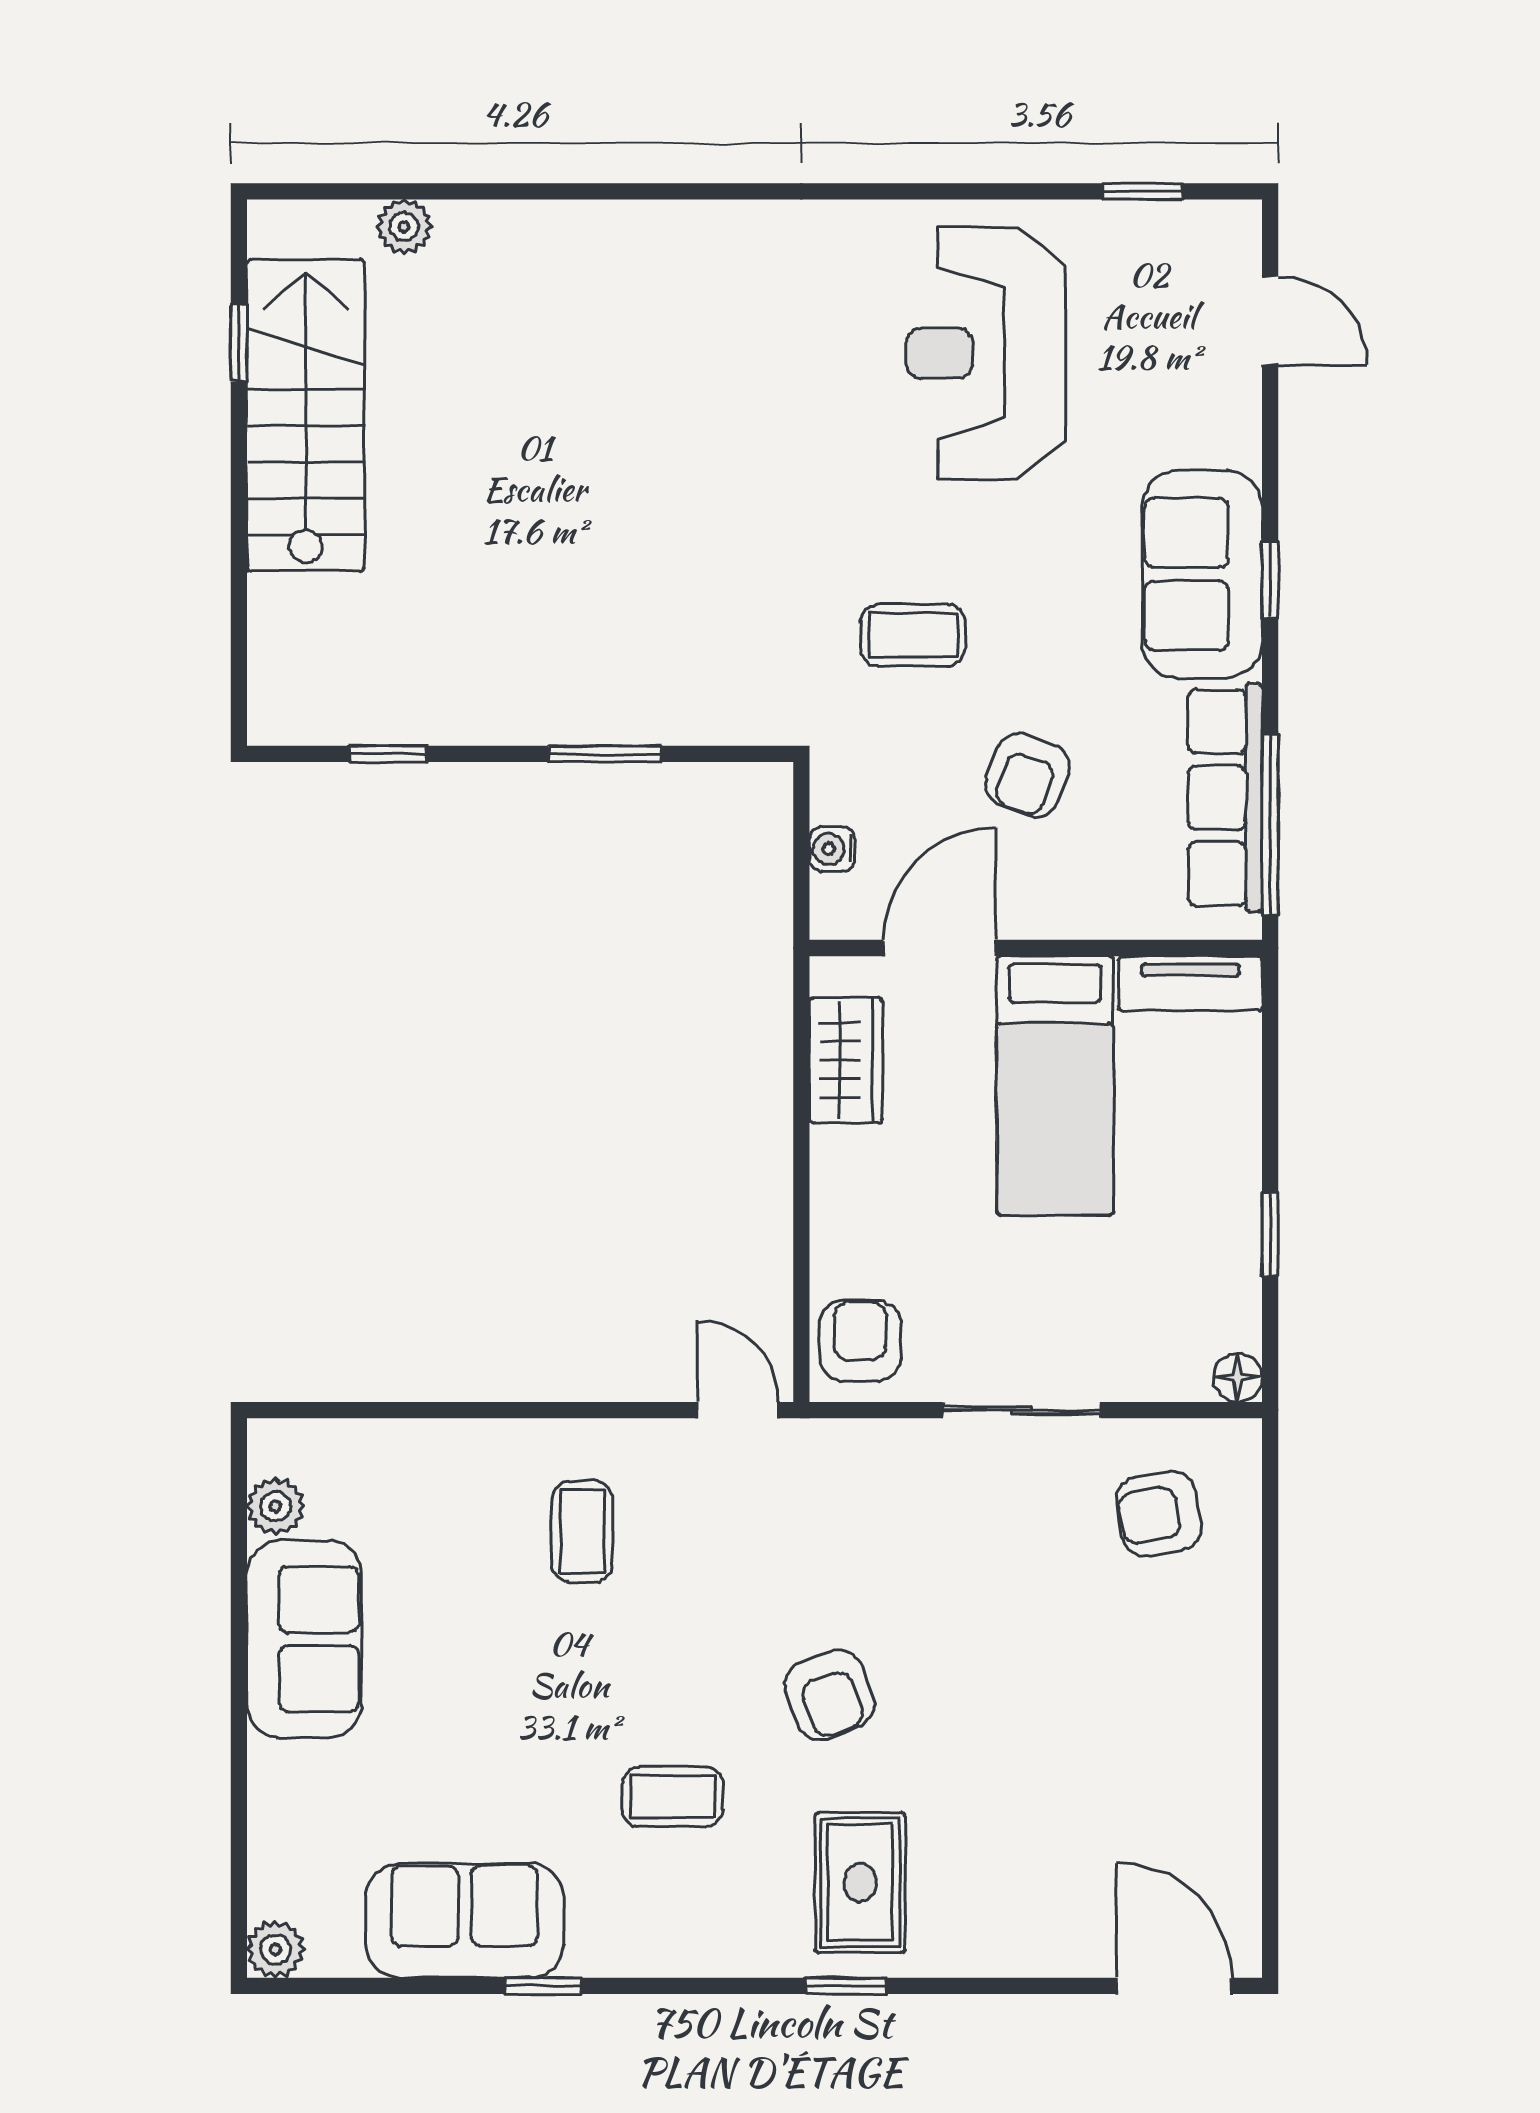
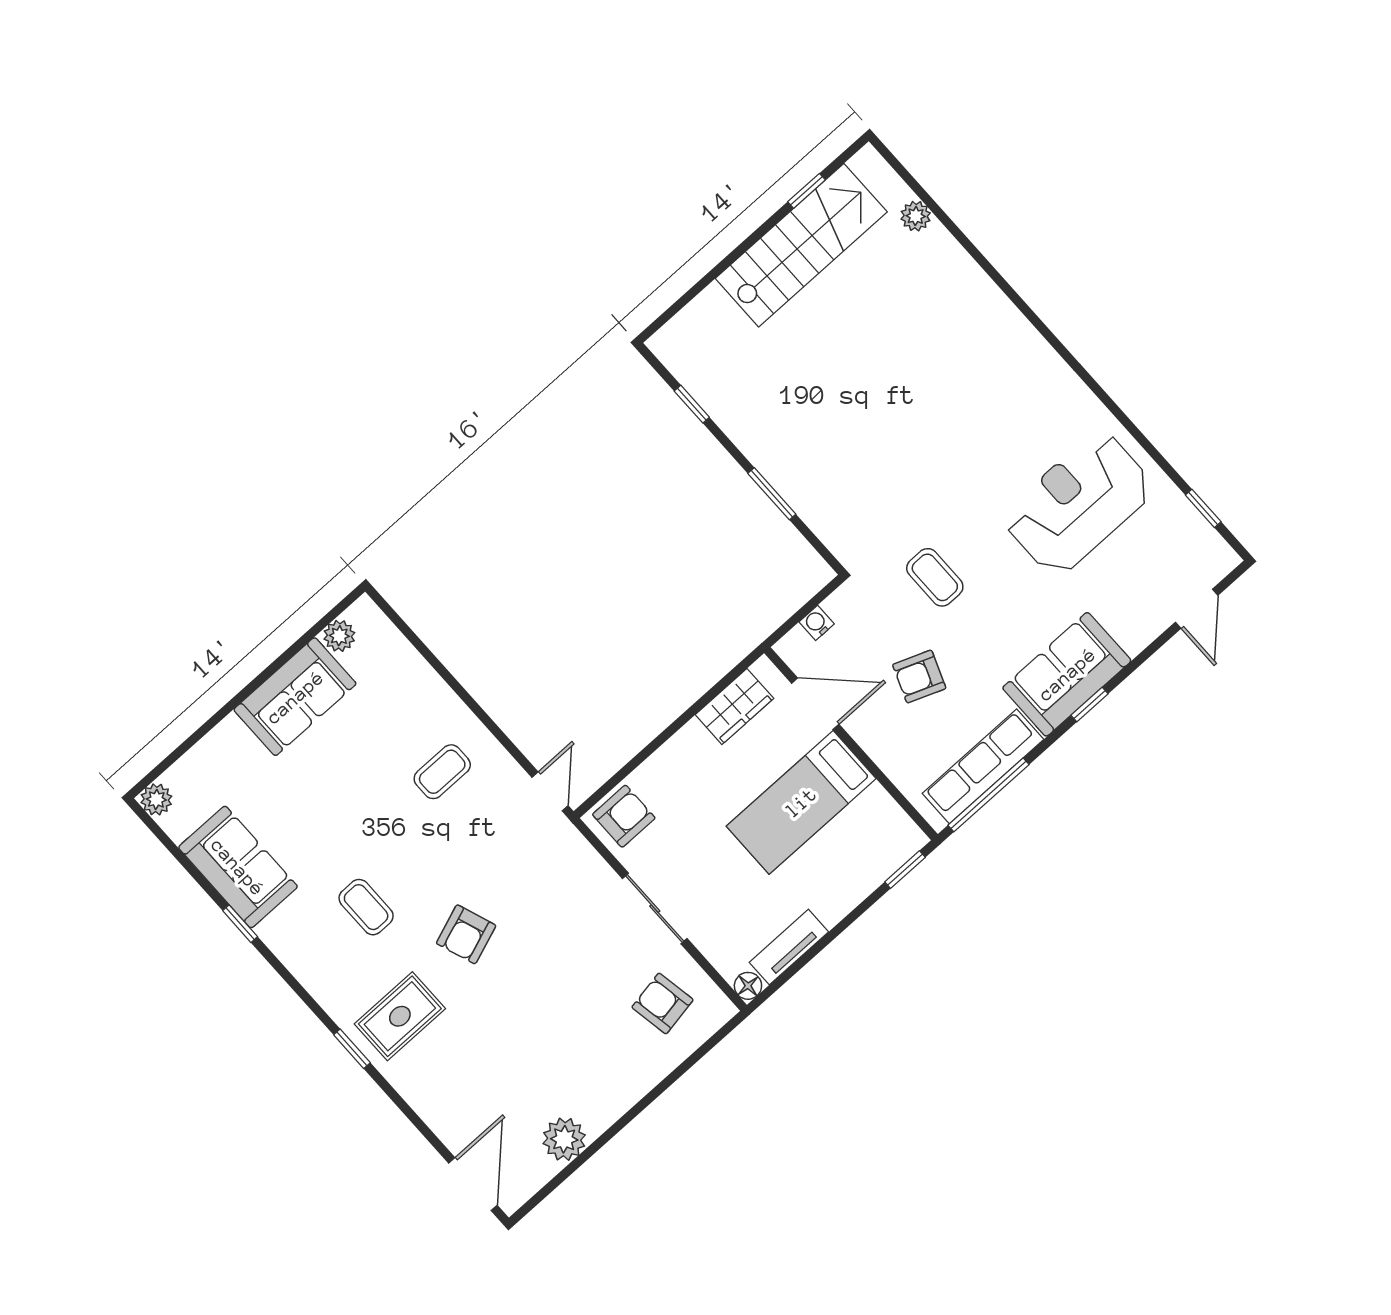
tv unit: (1190, 983) -> (789, 947), moved, turned 90
window: (1270, 1235) -> (905, 870), moved
plant: (1223, 1809) -> (564, 1139), added

